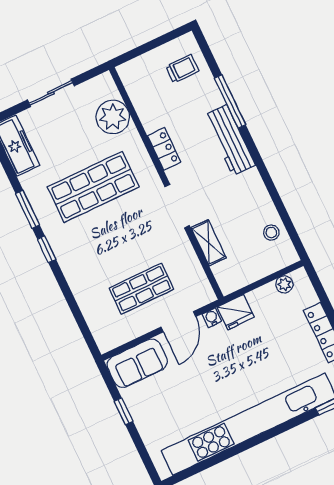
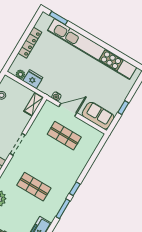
shop shelf: (93, 187) -> (34, 187), width x0.70, depth x0.74
shelving: (209, 243) -> (34, 104), moved
fridge: (236, 312) -> (33, 79), moved

